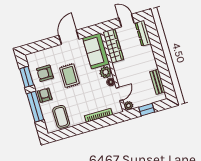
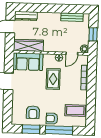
plant: (106, 72) -> (49, 59), removed
rug: (69, 76) -> (53, 79), moved, turned 90
door: (119, 94) -> (72, 53), swing flipped

